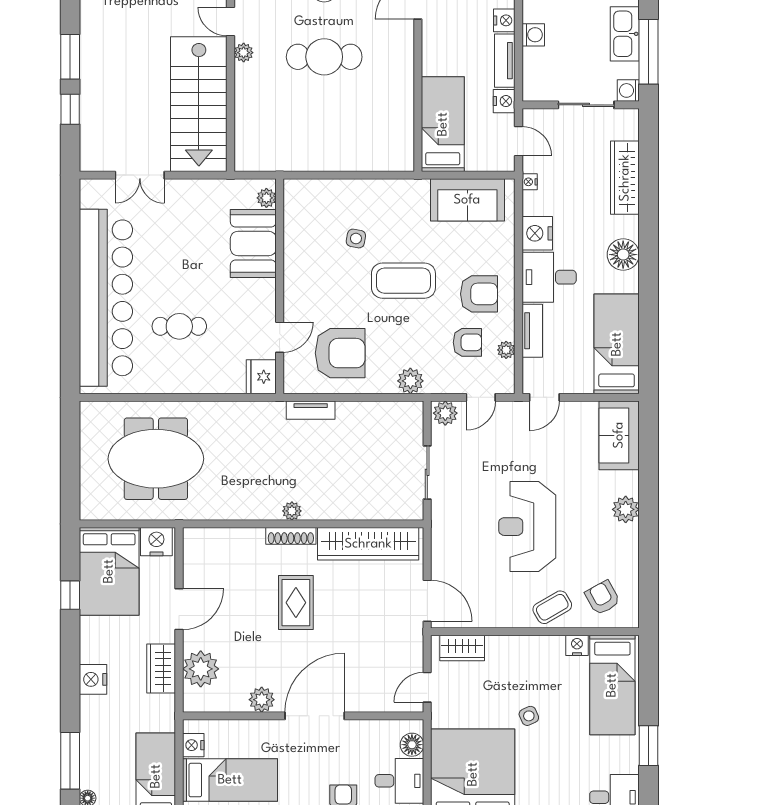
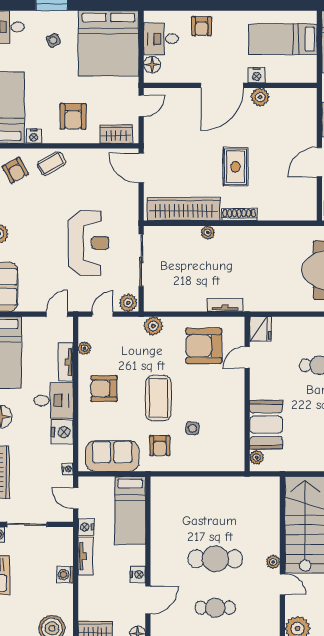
nightstand: (504, 20) -> (138, 574), moved, turned 180
coffee table: (403, 281) -> (158, 398), turned 90
armchair: (467, 342) -> (160, 446), moved, turned -90
sliding door: (427, 472) -> (141, 260), width x1.37
plant: (292, 511) -> (208, 233), moved
reception desk: (527, 527) -> (88, 243), moved
plant: (201, 669) -> (304, 119), removed
armchair: (522, 673) -> (73, 116), added
side table: (529, 716) -> (53, 40), moved
nightstand: (193, 745) -> (257, 75), moved, turned 90

